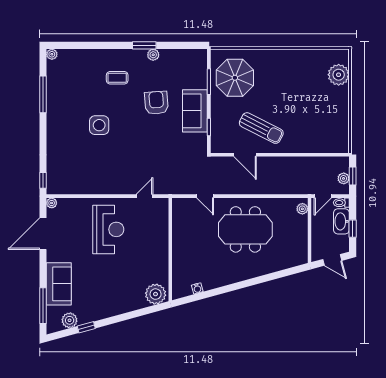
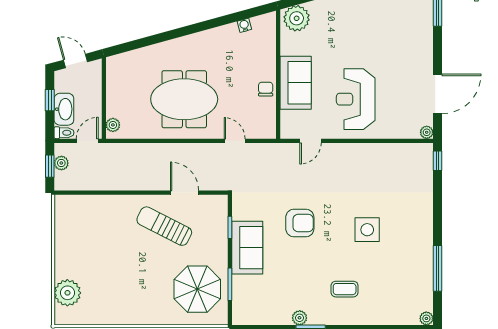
armchair: (156, 103) -> (300, 223), moved, turned -86
chair: (180, 238) -> (266, 89), added
sofa: (59, 284) -> (296, 83), moved, turned 180

